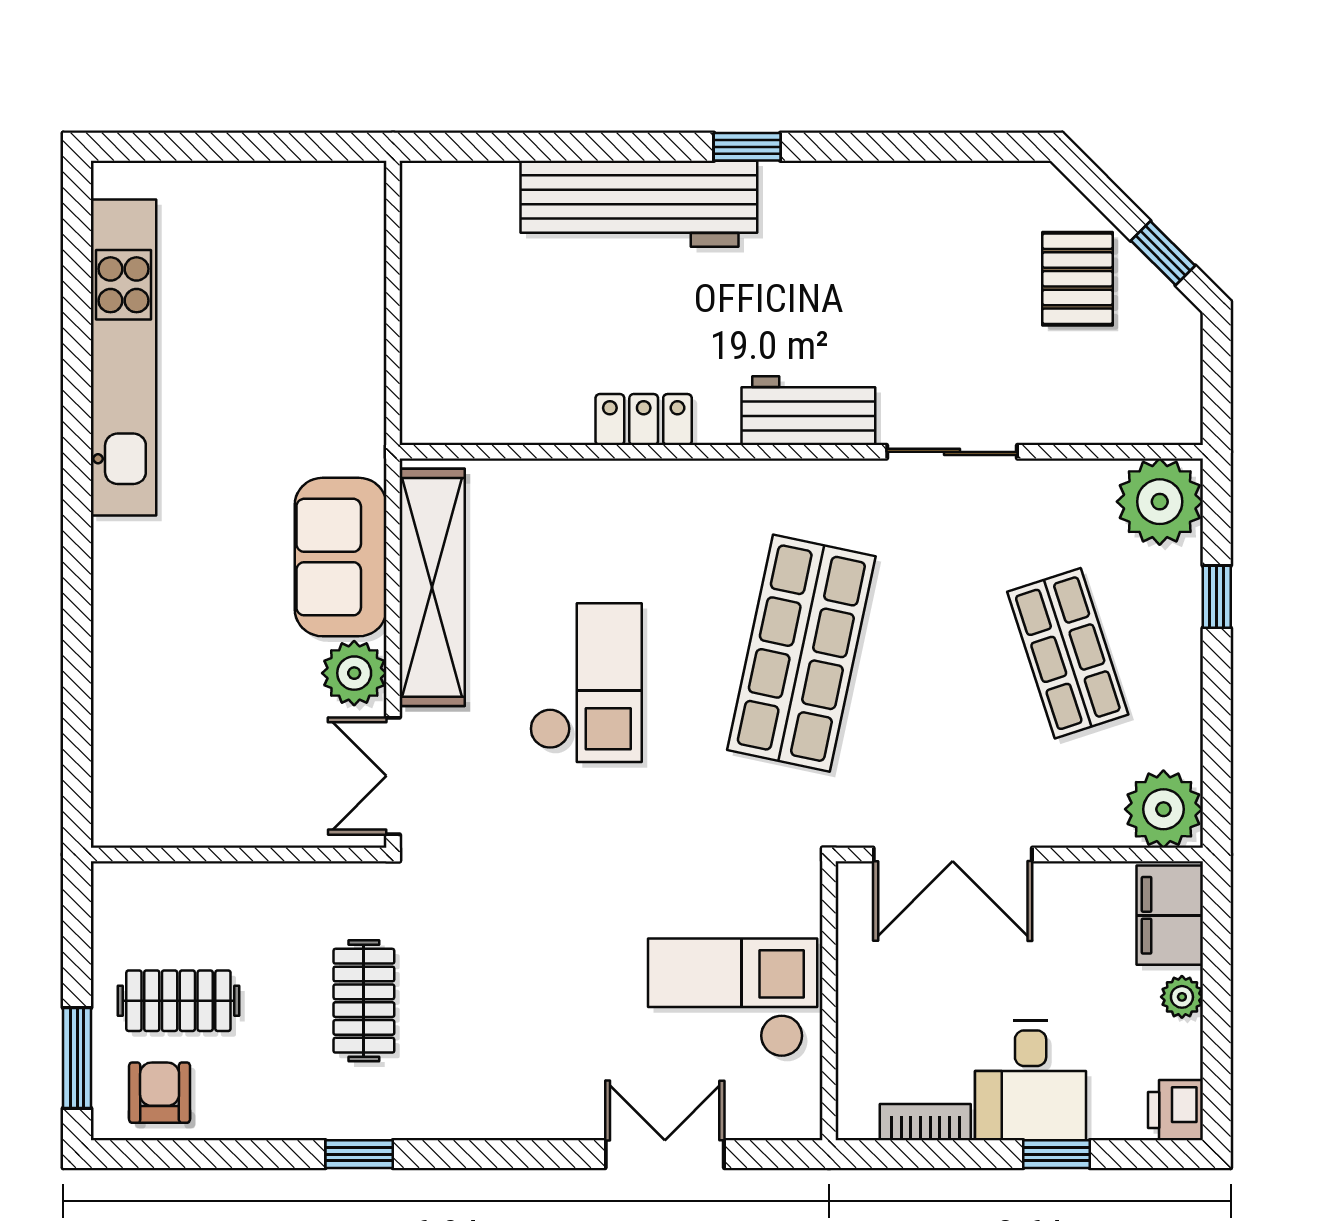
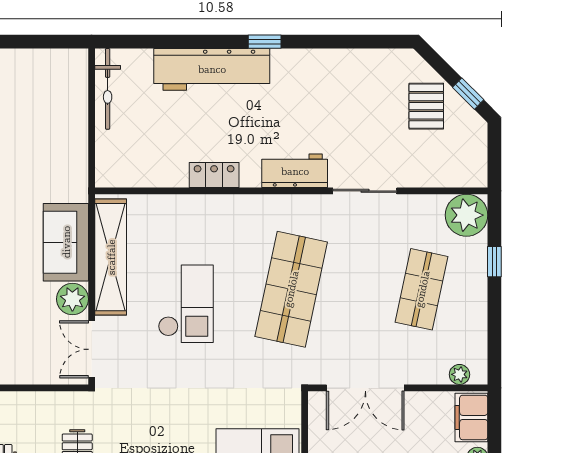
bicycle: (426, 243) -> (108, 89), added
shop shelf: (1068, 653) -> (422, 289), turned 30
plant: (1163, 809) -> (459, 374), width x0.53, depth x0.53

